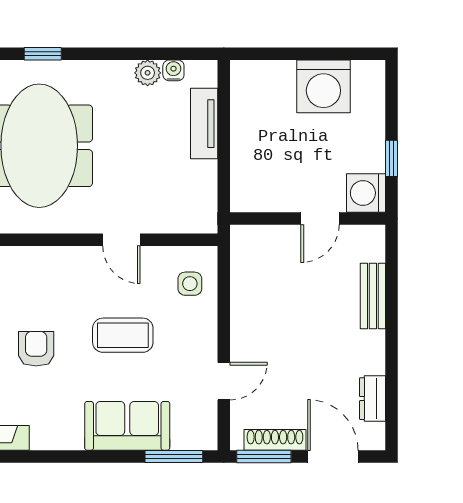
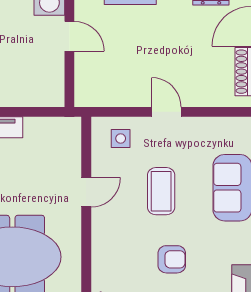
armchair: (36, 349) -> (172, 259), turned 180
door: (224, 381) -> (166, 112), moved

